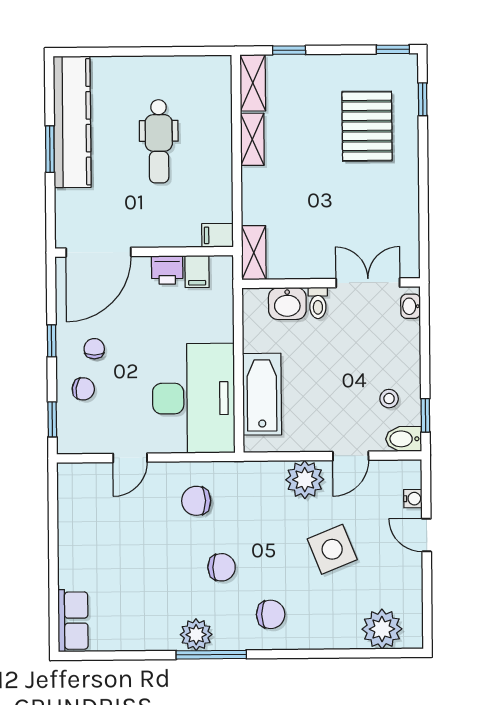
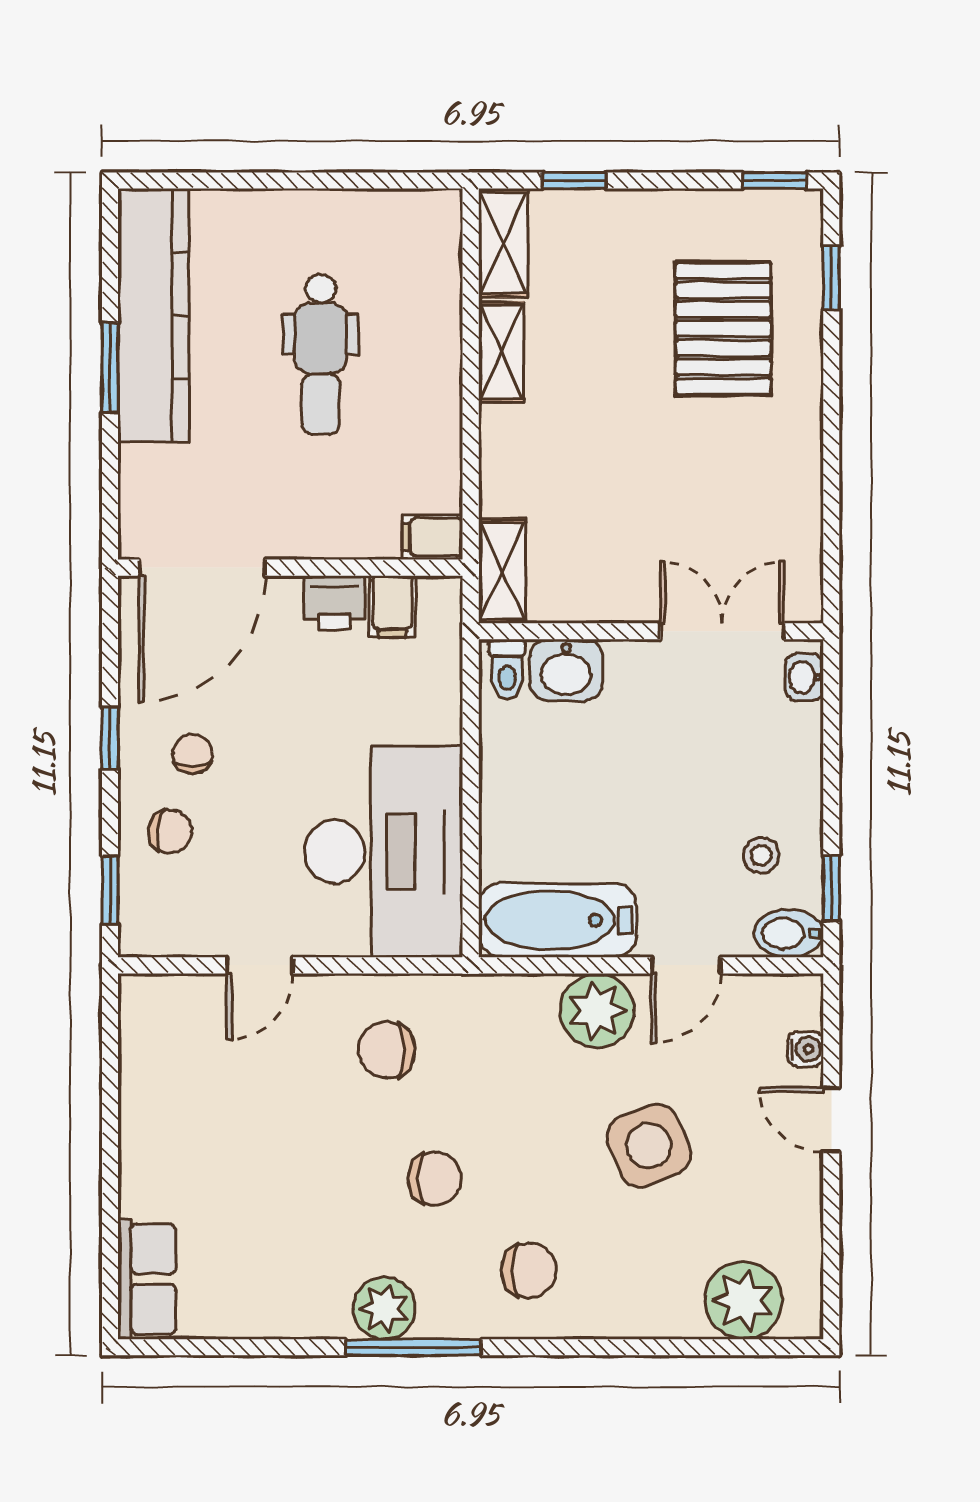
toilet: (318, 303) -> (507, 669), moved
bathtub: (262, 394) -> (557, 920), moved, turned -90

